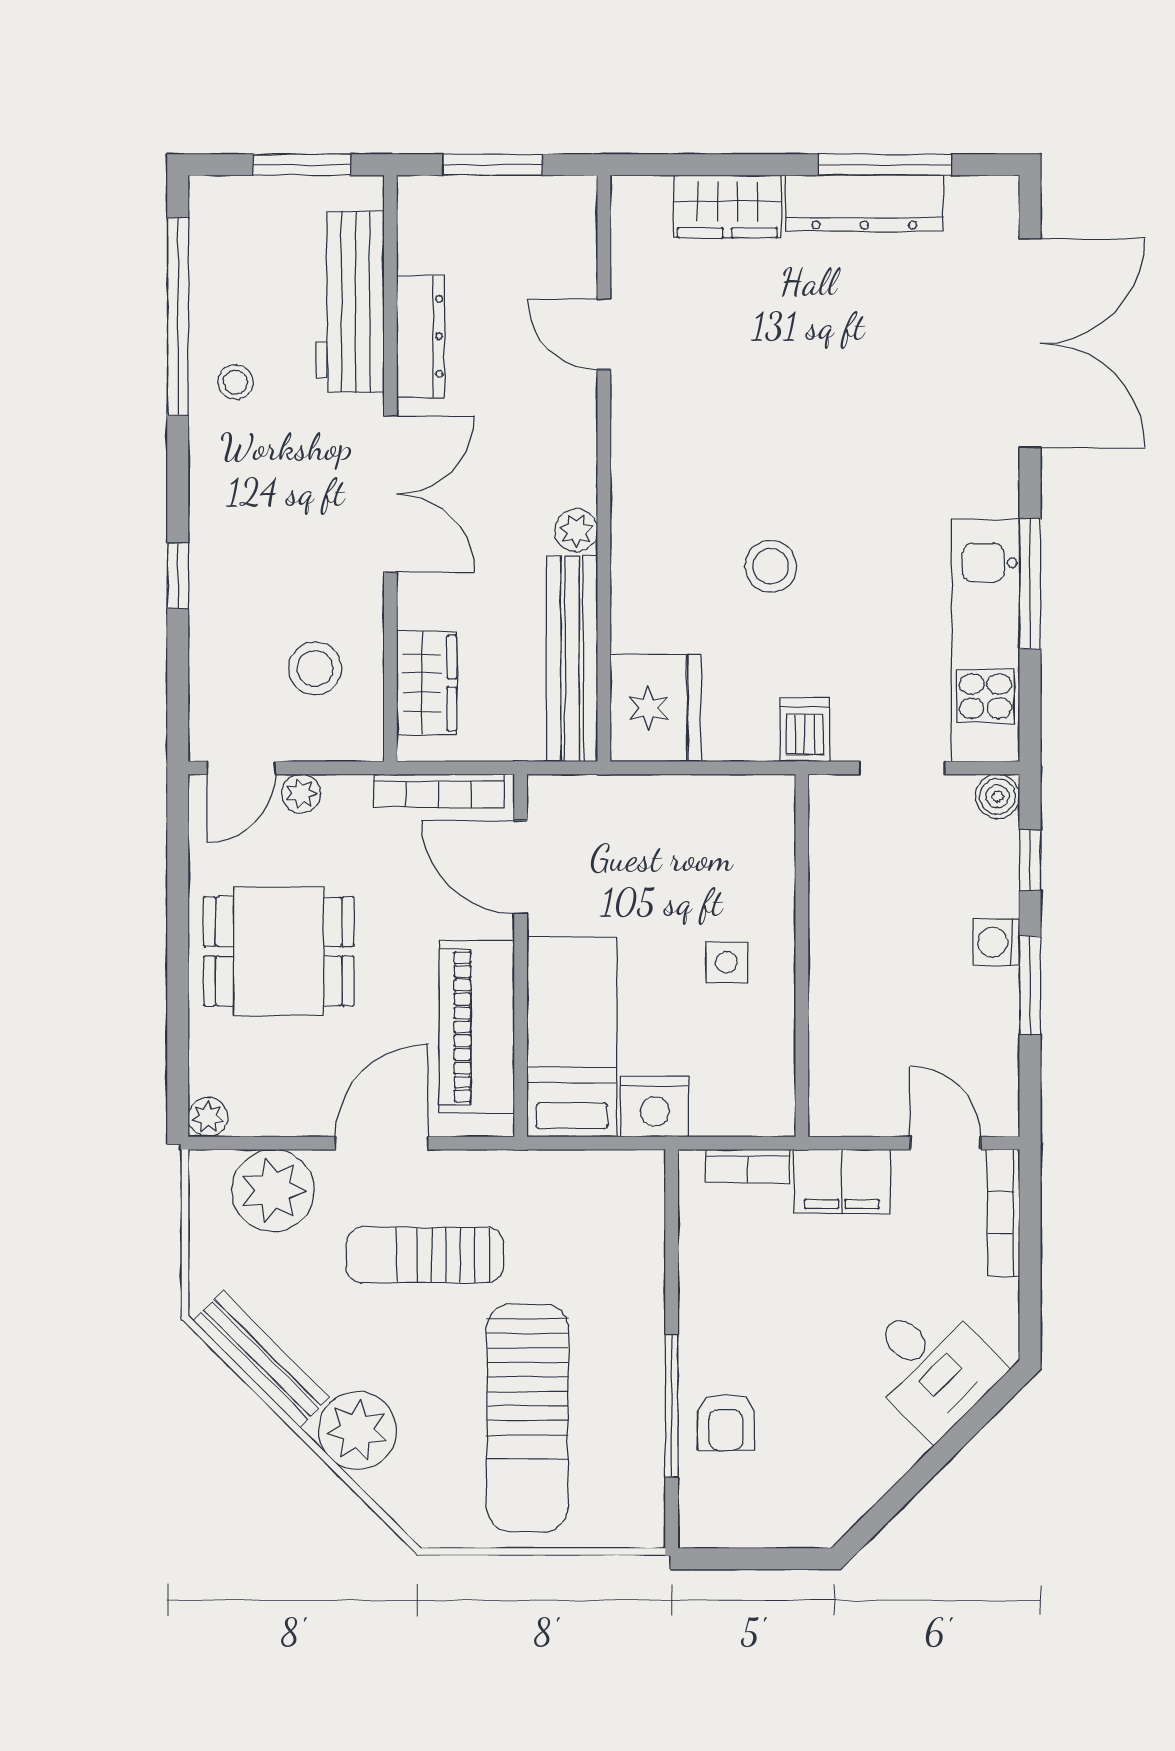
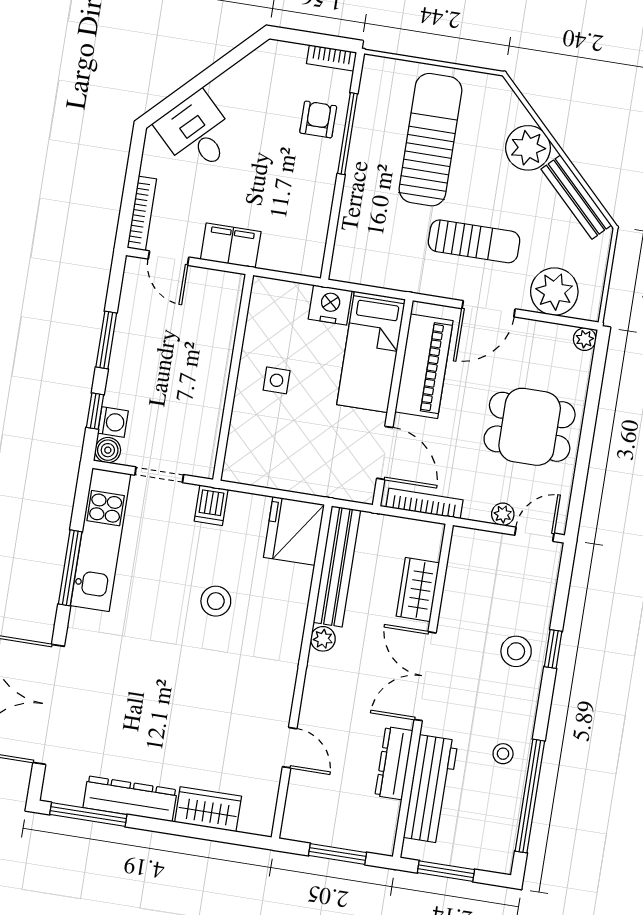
window: (885, 165) -> (88, 815), moved
stool: (315, 668) -> (516, 651), moved
wardrobe: (427, 683) -> (418, 590), moved
washing machine: (996, 942) -> (113, 422), moved
bookcase: (748, 1166) -> (332, 58), moved, turned 180

